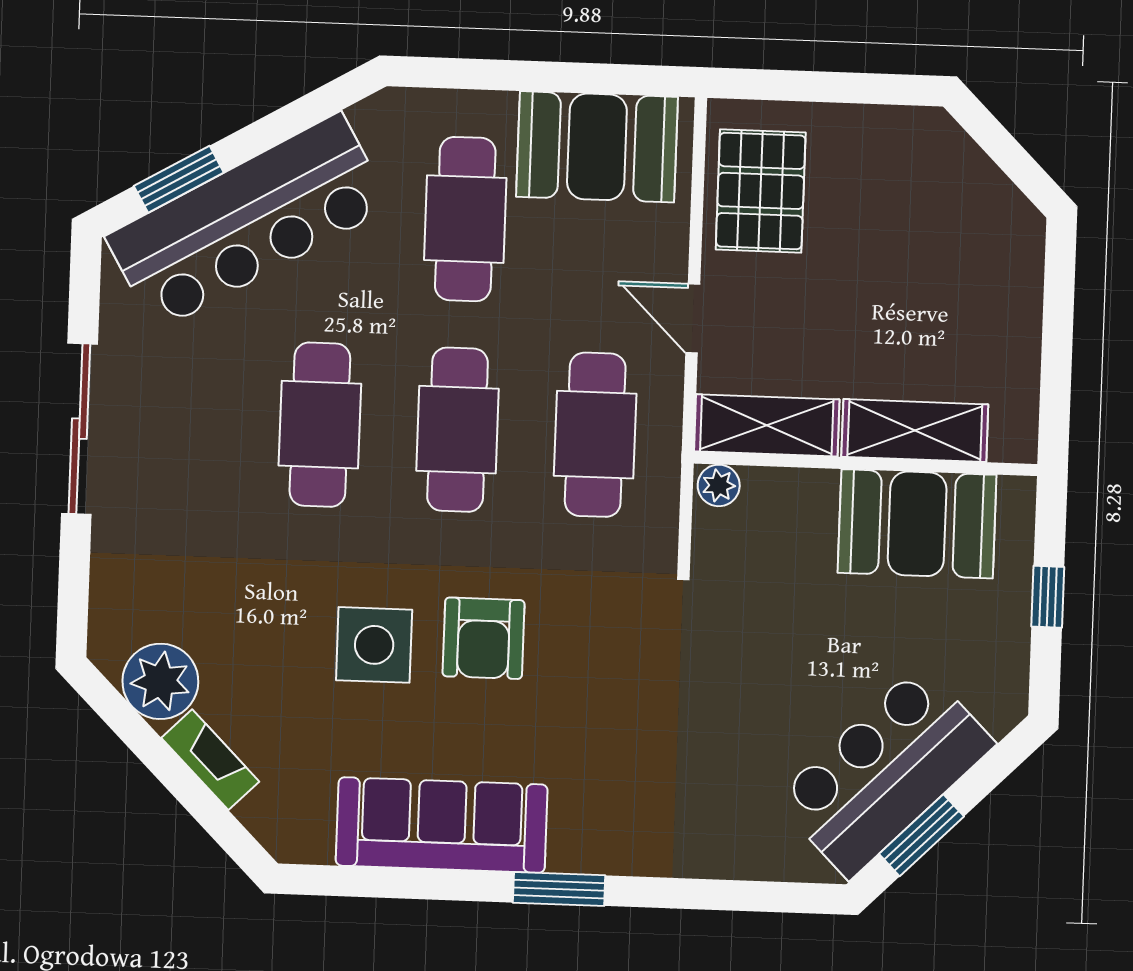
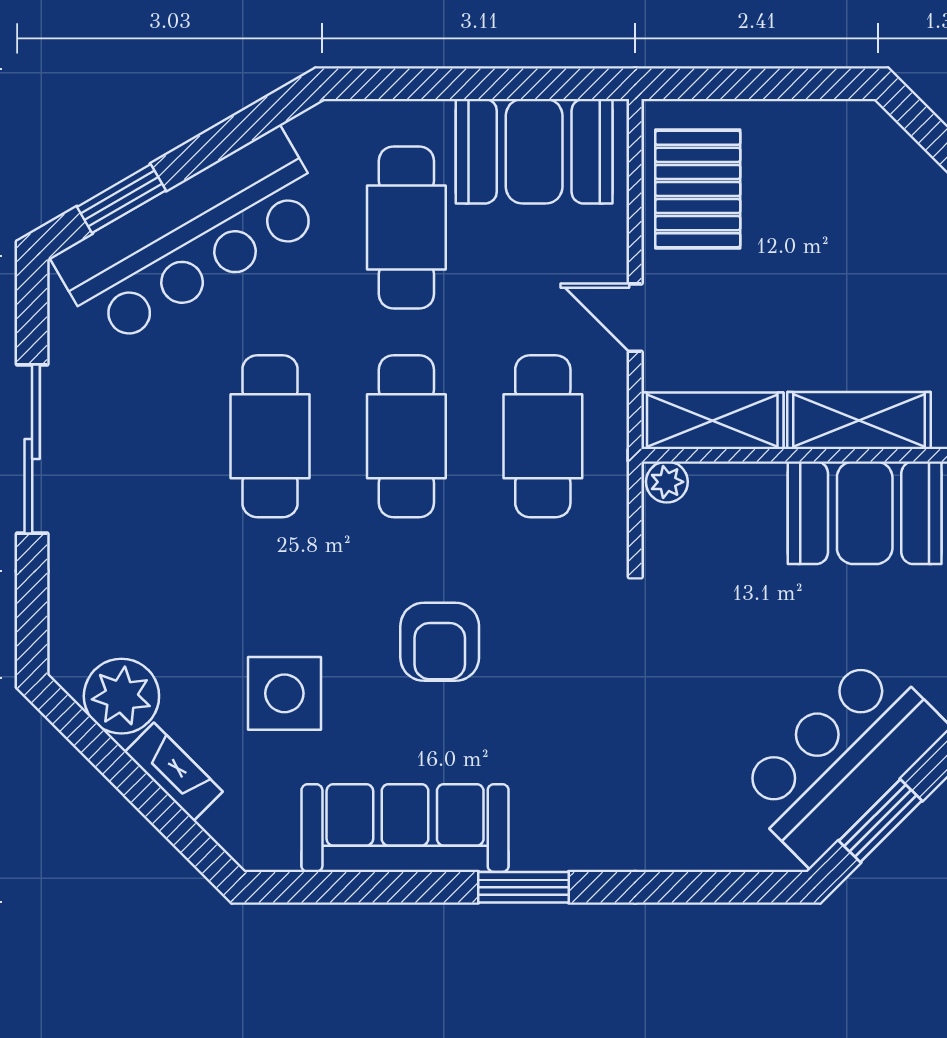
side table: (374, 645) -> (284, 693), moved

